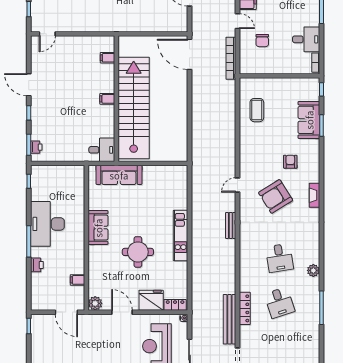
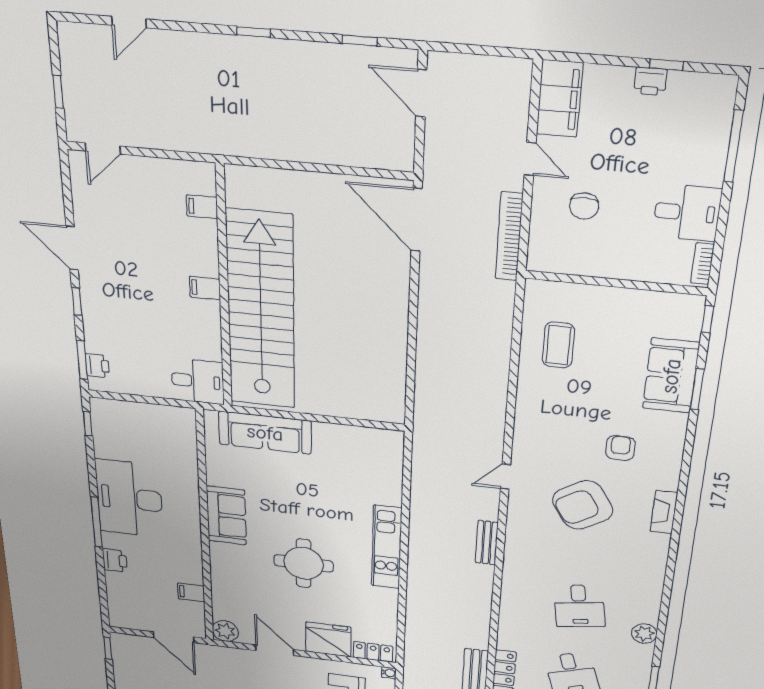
filing cabinet: (107, 58) -> (202, 207), moved
filing cabinet: (107, 99) -> (205, 288), moved
wall: (116, 99) -> (224, 290), moved
stairs: (134, 108) -> (261, 311), moved
desk: (102, 150) -> (198, 381), moved

